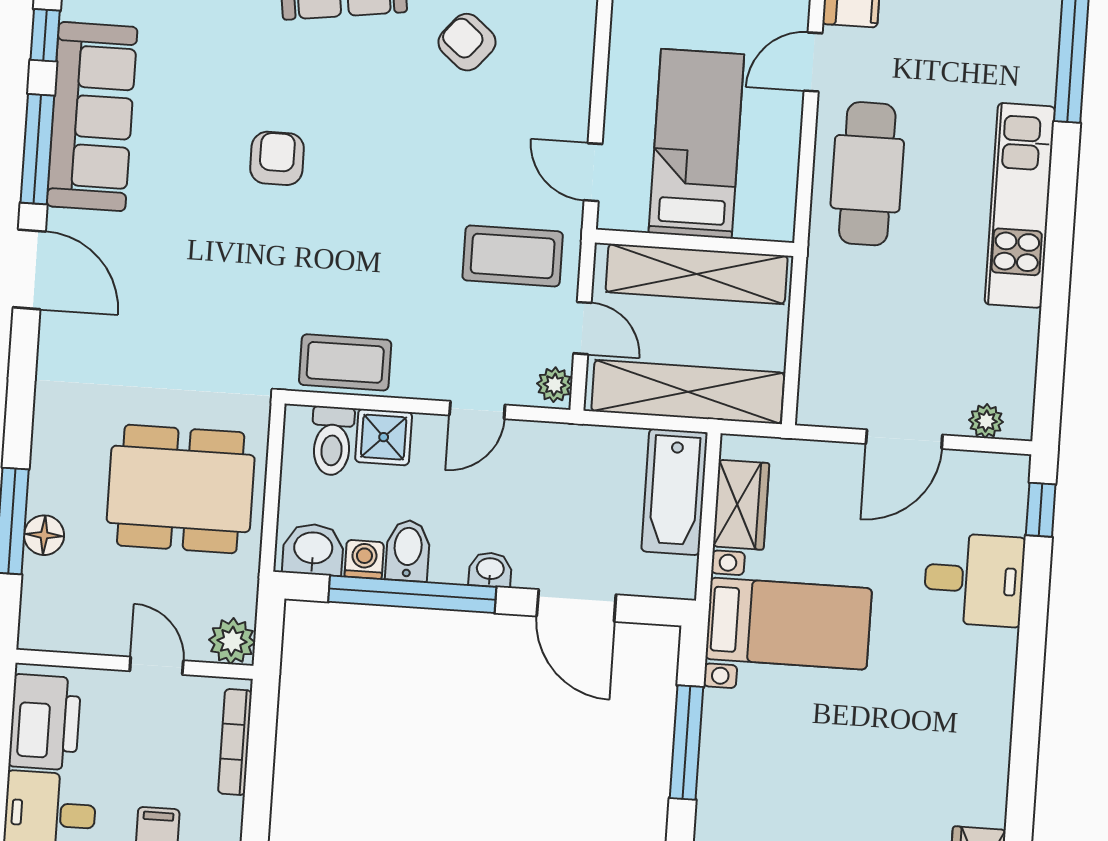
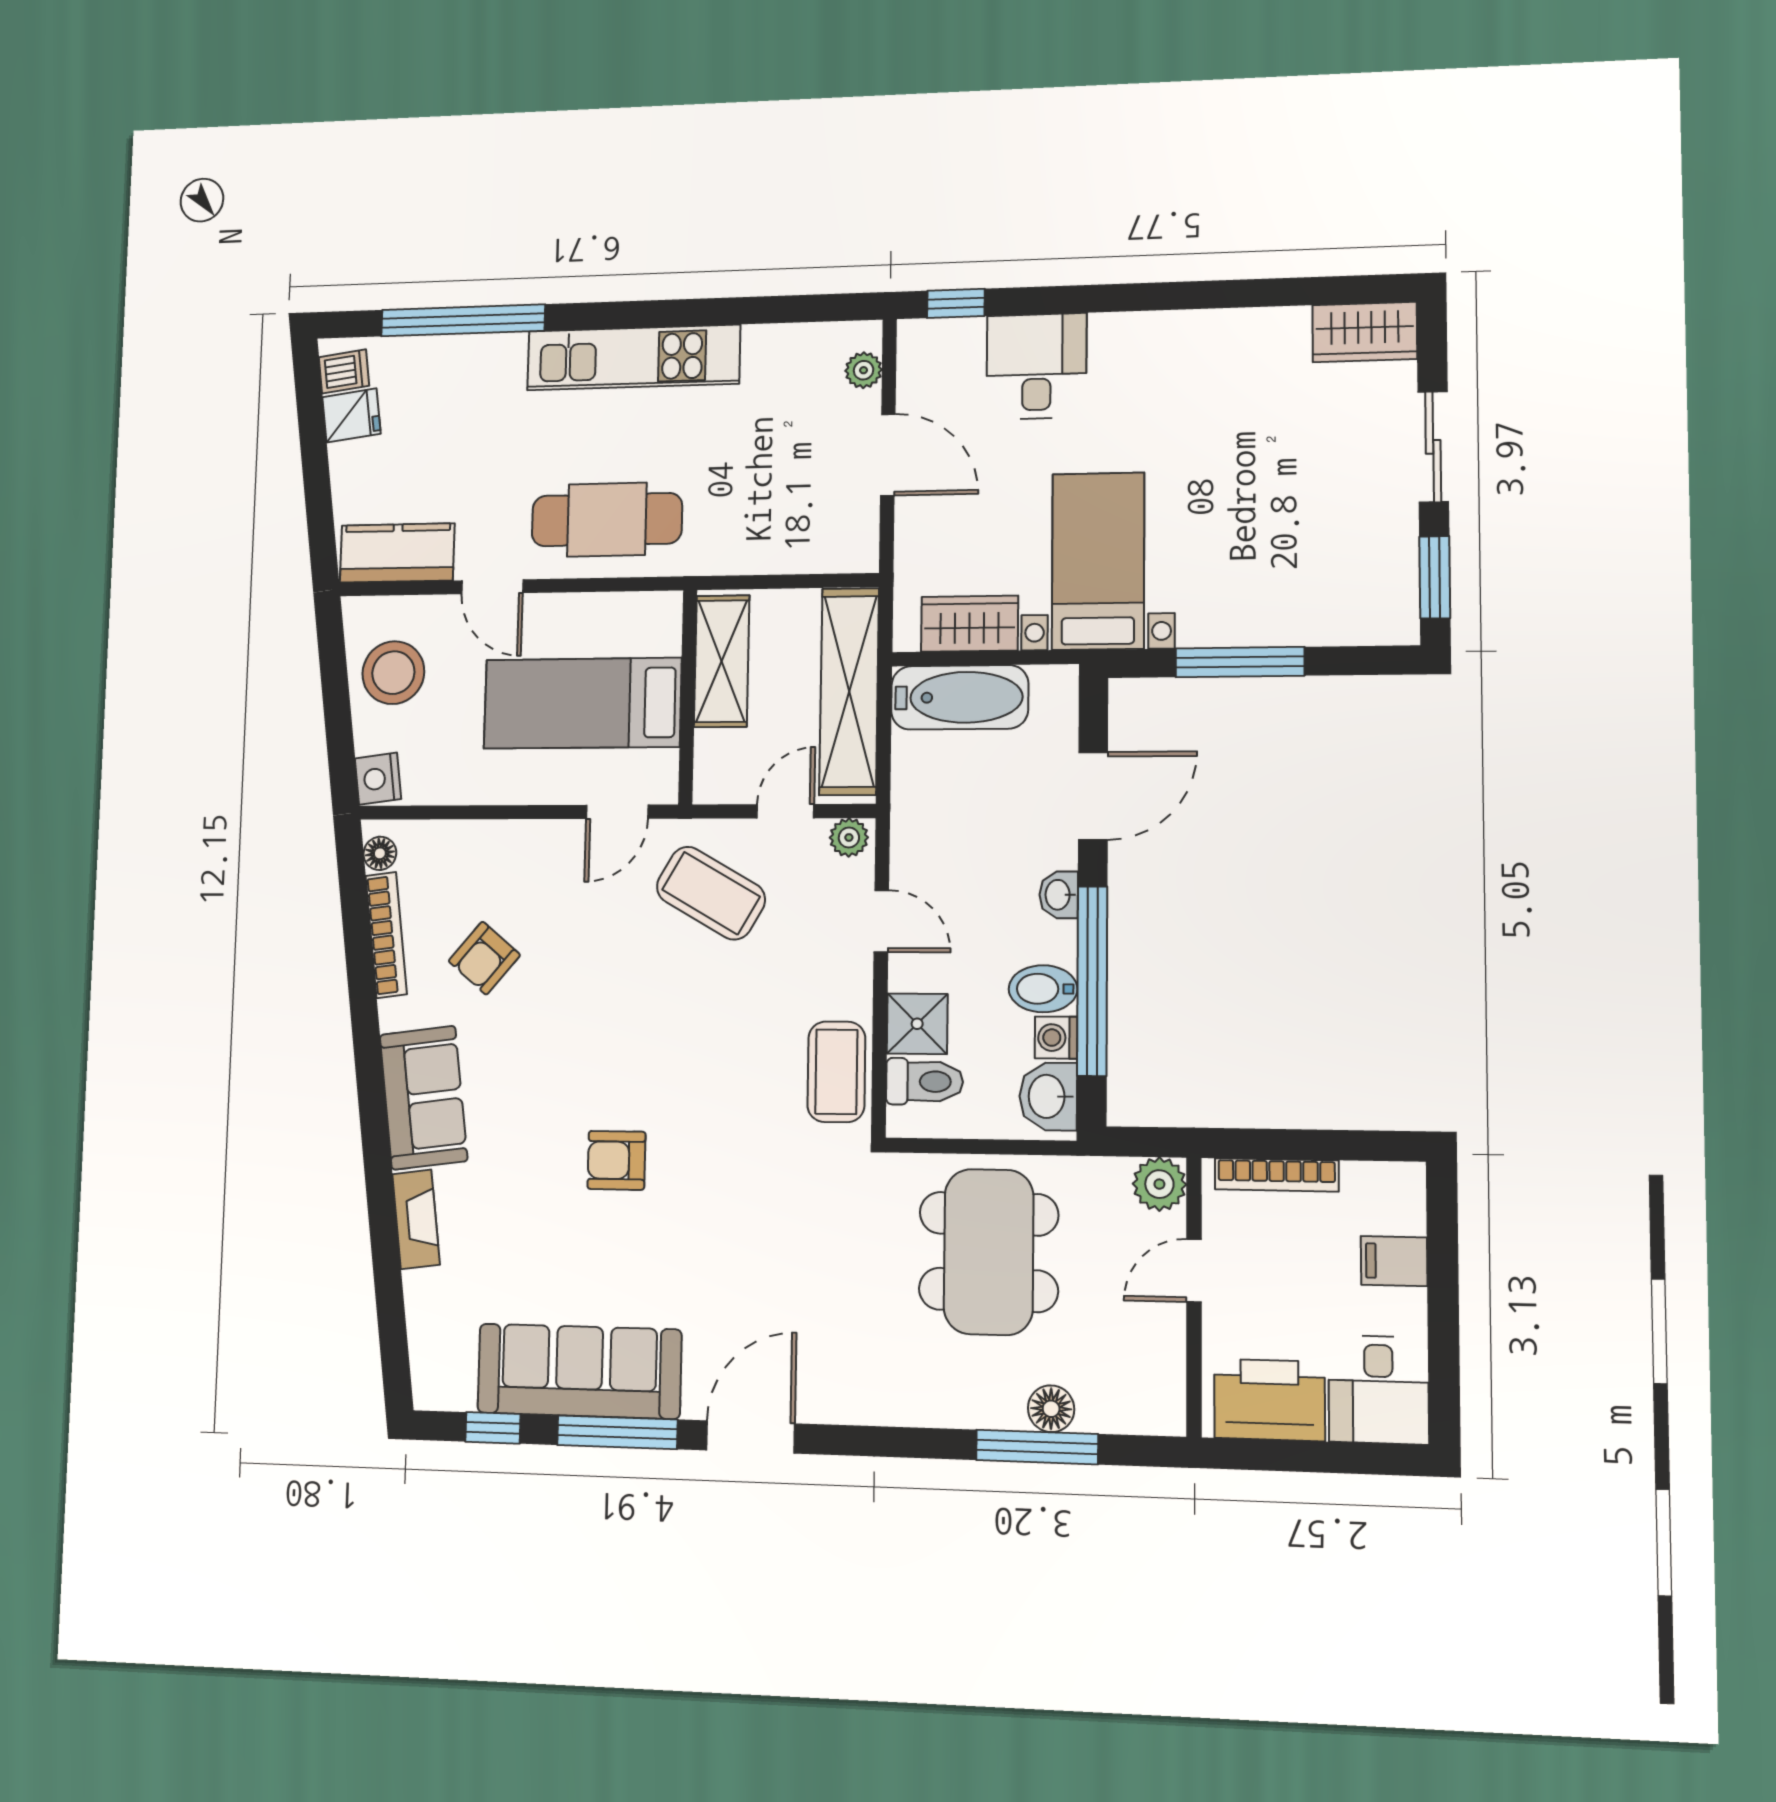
coffee table: (513, 256) -> (711, 893), turned -60
shelving: (697, 274) -> (722, 661), width x0.68

